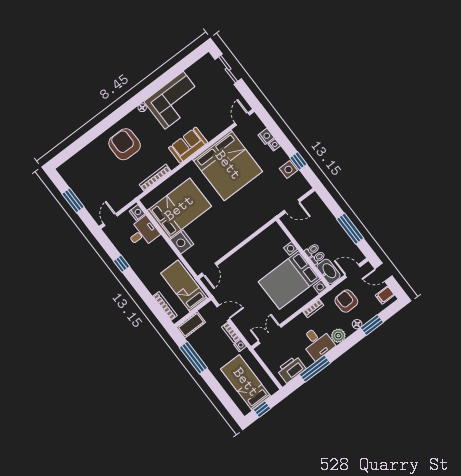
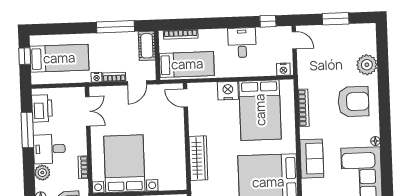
plant: (91, 154) -> (367, 65), added
wardrobe: (247, 229) -> (198, 158), added
desk: (143, 233) -> (242, 43), moved, turned 180
window: (121, 264) -> (268, 21), moved

